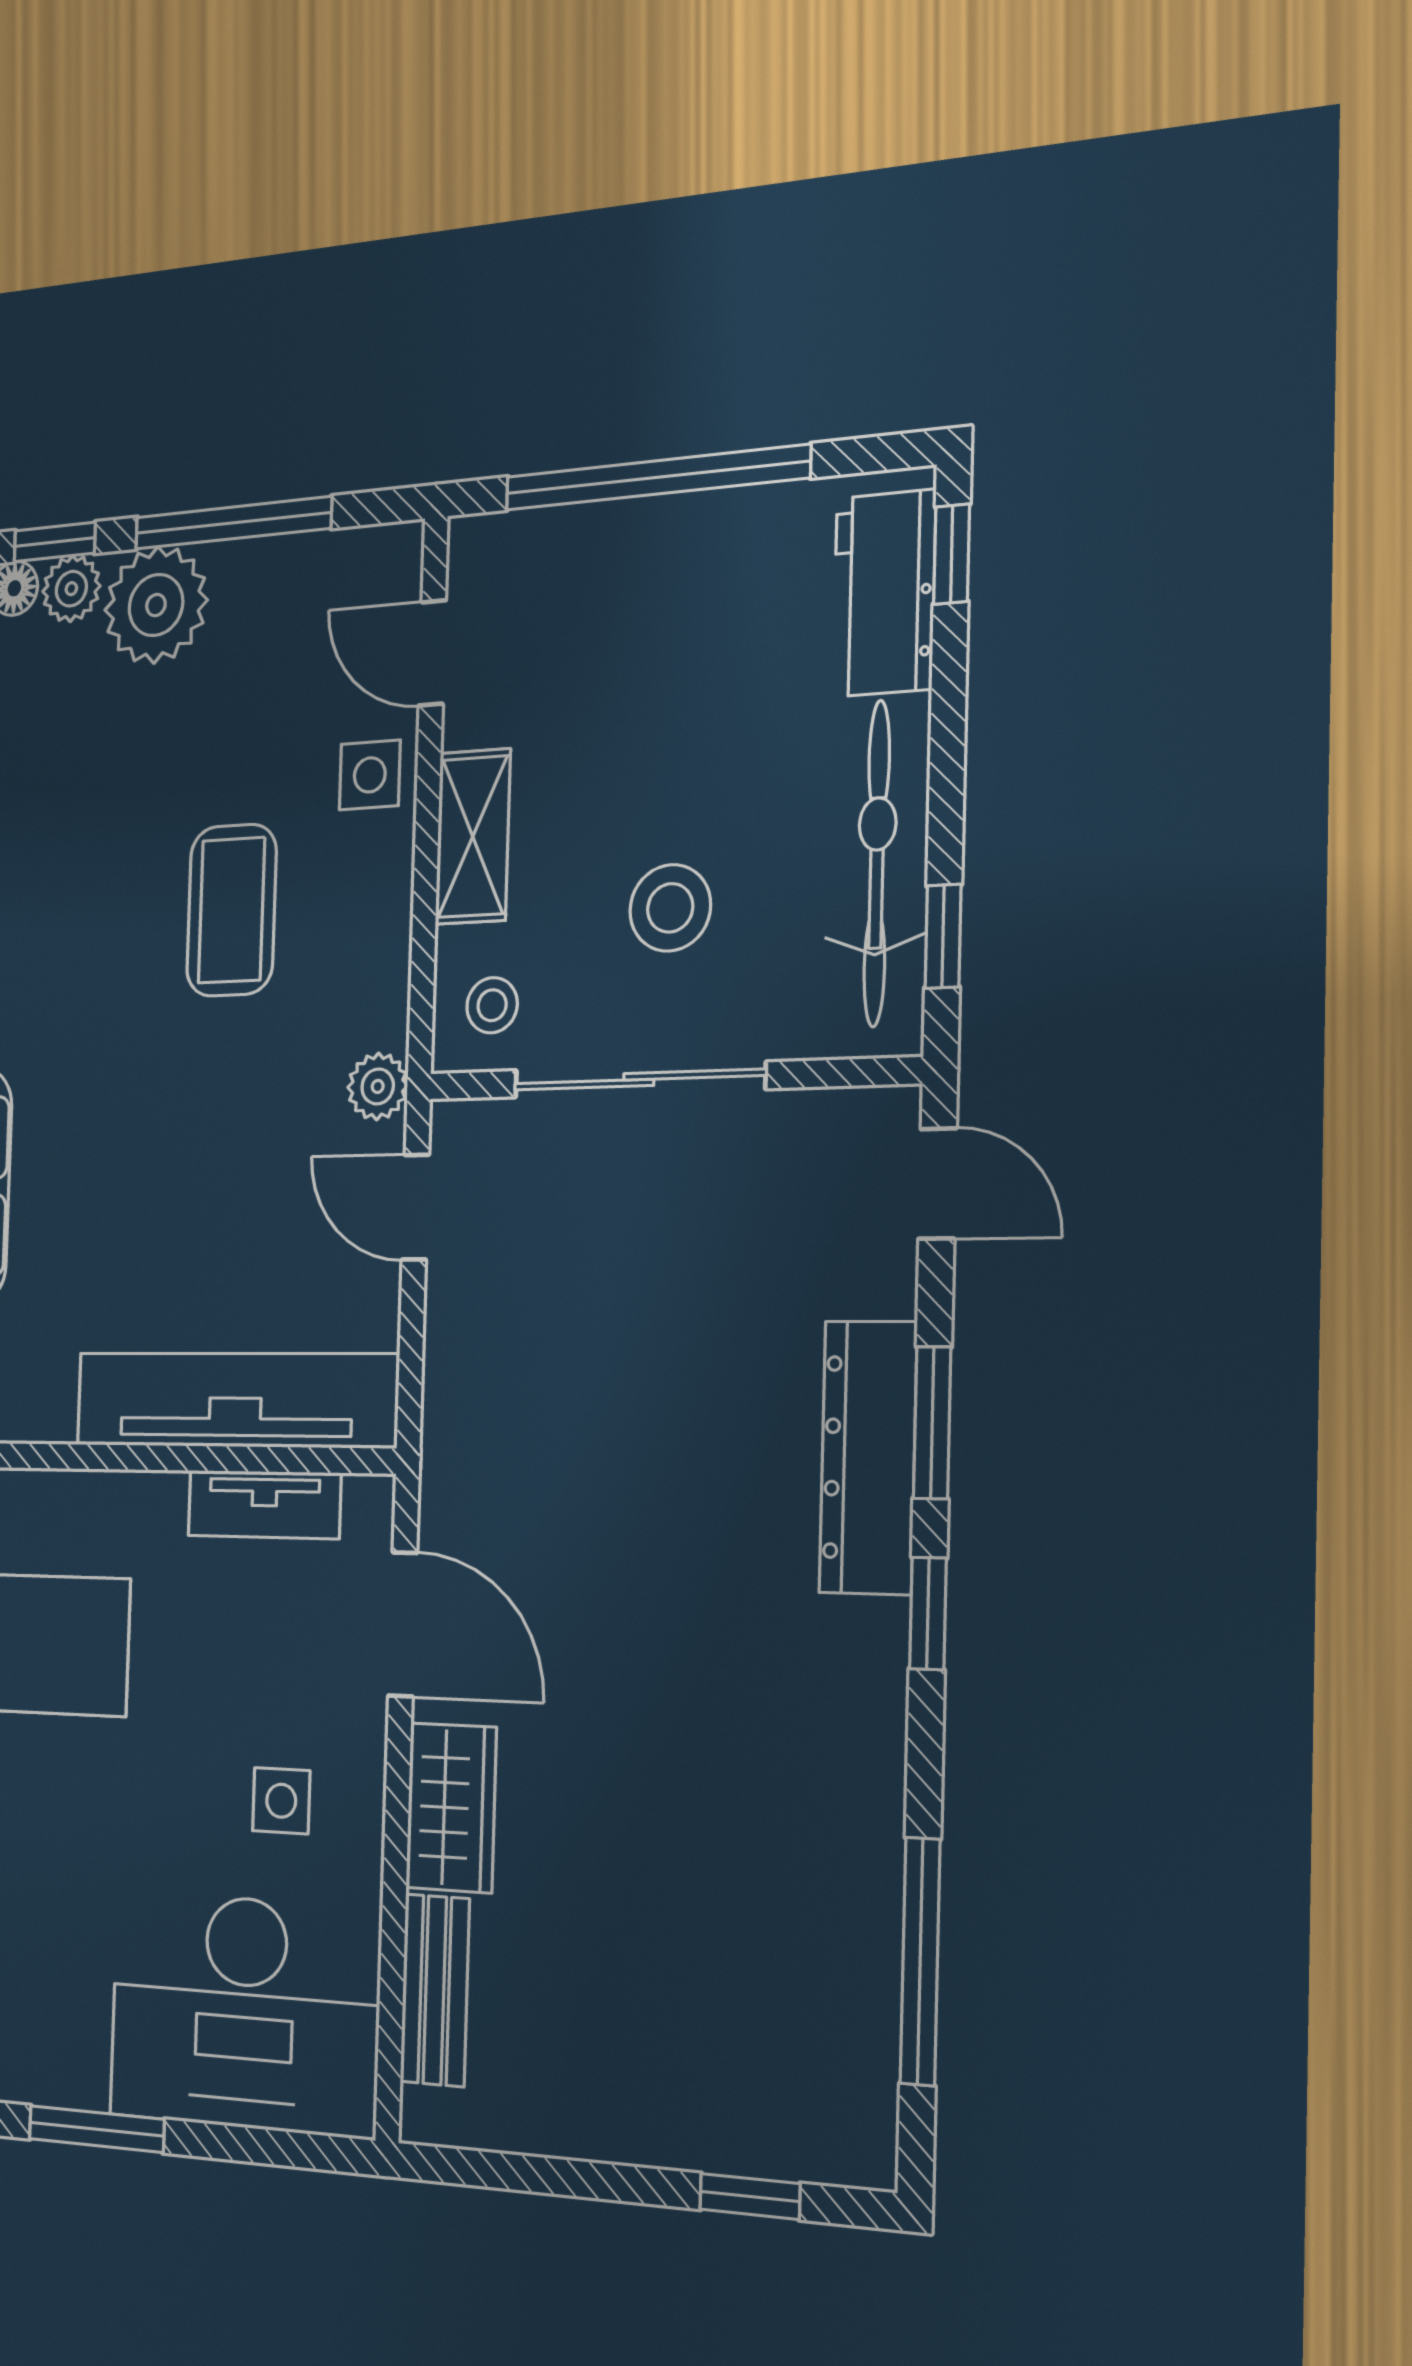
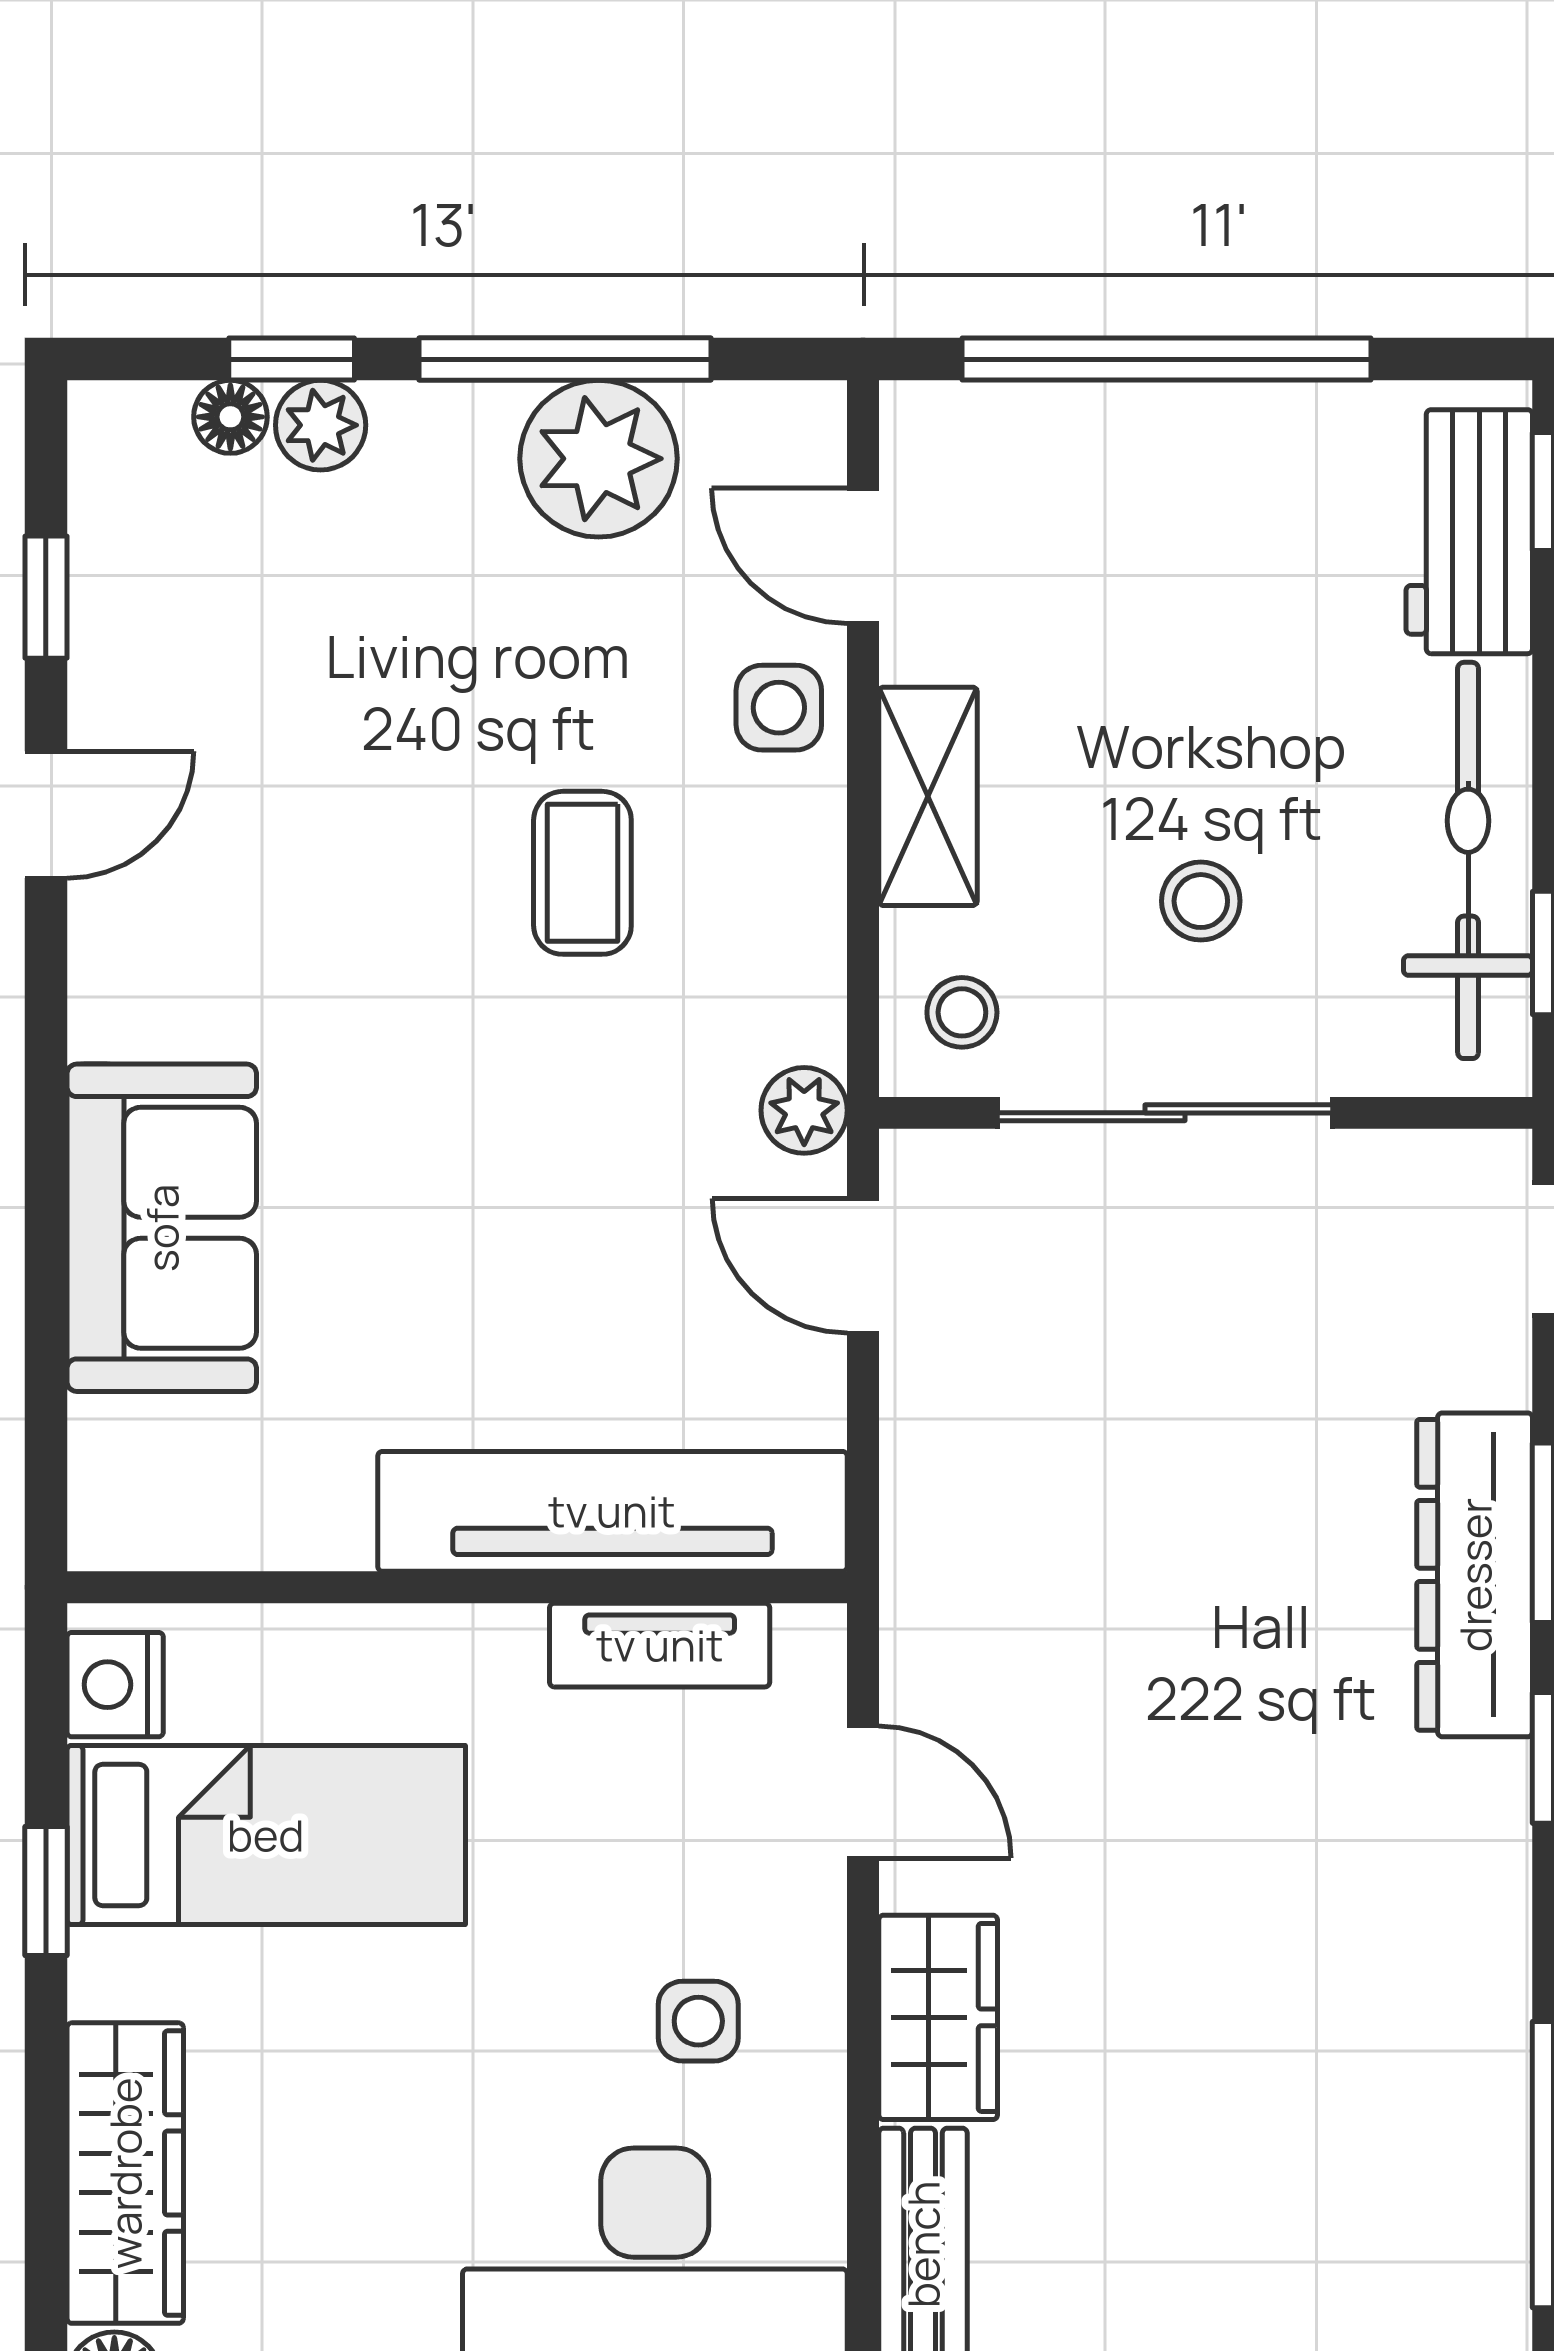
plant: (156, 605) -> (599, 459), moved
stool: (670, 908) -> (1201, 901), width x0.73, depth x0.73
coffee table: (231, 910) -> (582, 873), width x0.73, depth x0.77
door: (403, 1624) -> (863, 1792), width x0.73

